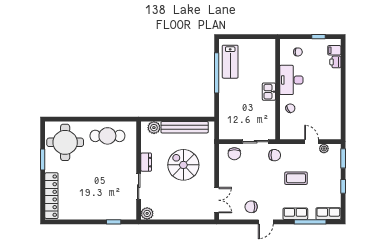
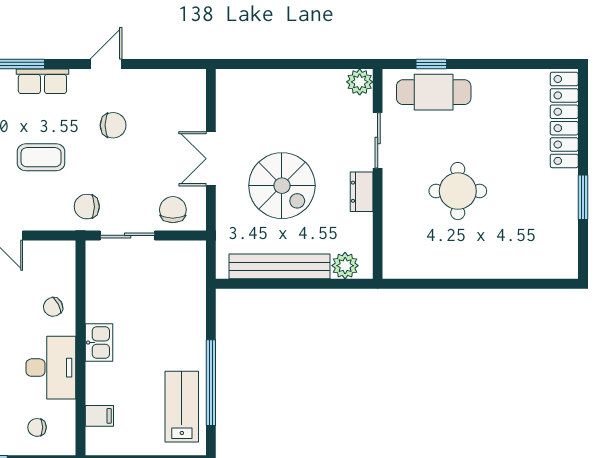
filing cabinet: (269, 57) -> (99, 416), added
cafe table: (107, 136) -> (434, 92), moved
round table: (65, 142) -> (458, 191), moved, width x0.73, depth x0.73
double door: (217, 200) -> (211, 159), moved
chair: (251, 207) -> (113, 125), moved

